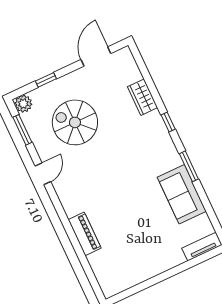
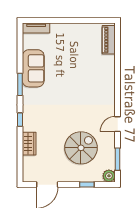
spiral stairs: (75, 122) -> (81, 148), turned -90
piano: (85, 234) -> (109, 40), moved

